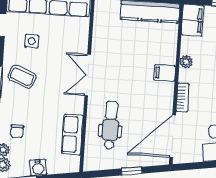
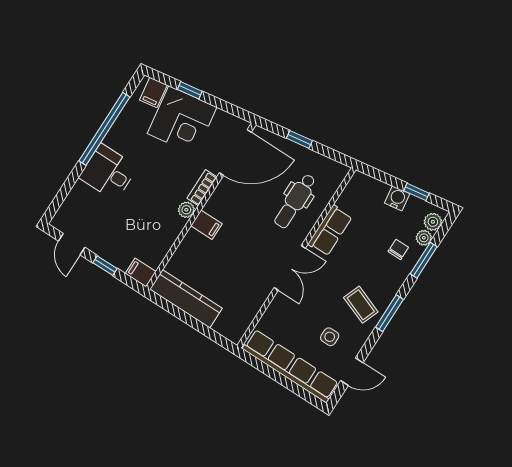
filing cabinet: (193, 20) -> (141, 273), width x0.50
plant: (186, 62) -> (186, 210), moved
row of seats: (72, 134) -> (330, 231), moved

